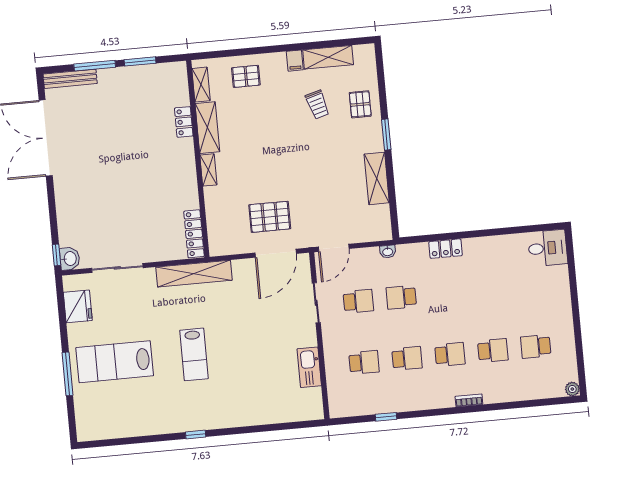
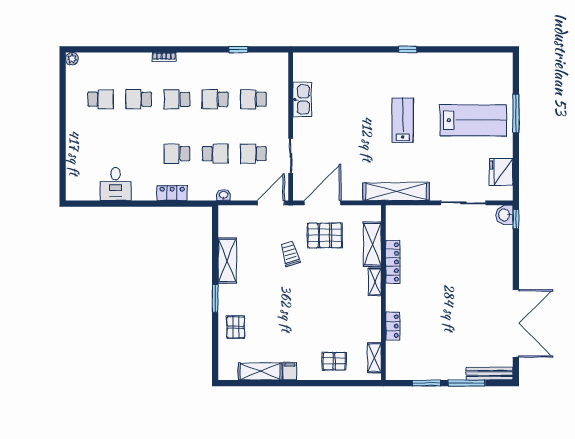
trolley: (317, 105) -> (290, 254), moved
shelving: (207, 128) -> (372, 244), moved
locker: (194, 234) -> (393, 262), moved
desk: (548, 248) -> (116, 184), moved, turned -90
school desk: (444, 293) -> (177, 154), added

